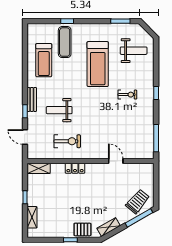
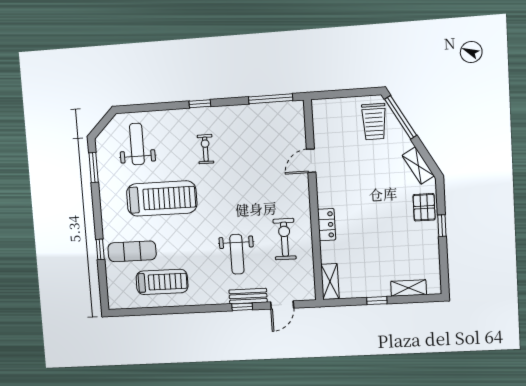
bench: (32, 99) -> (248, 296), moved
trolley: (138, 201) -> (374, 122), turned -130

